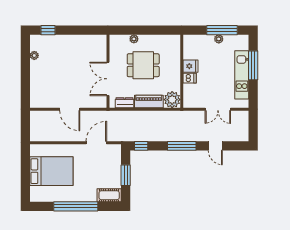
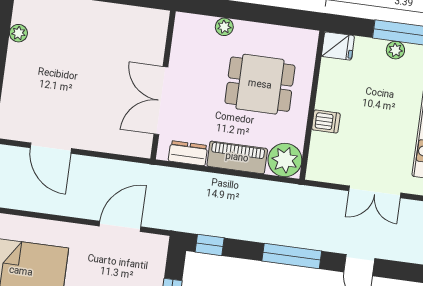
dining table: (143, 65) -> (260, 84), moved
fridge: (190, 66) -> (338, 46), moved
door: (70, 109) -> (51, 148), moved

